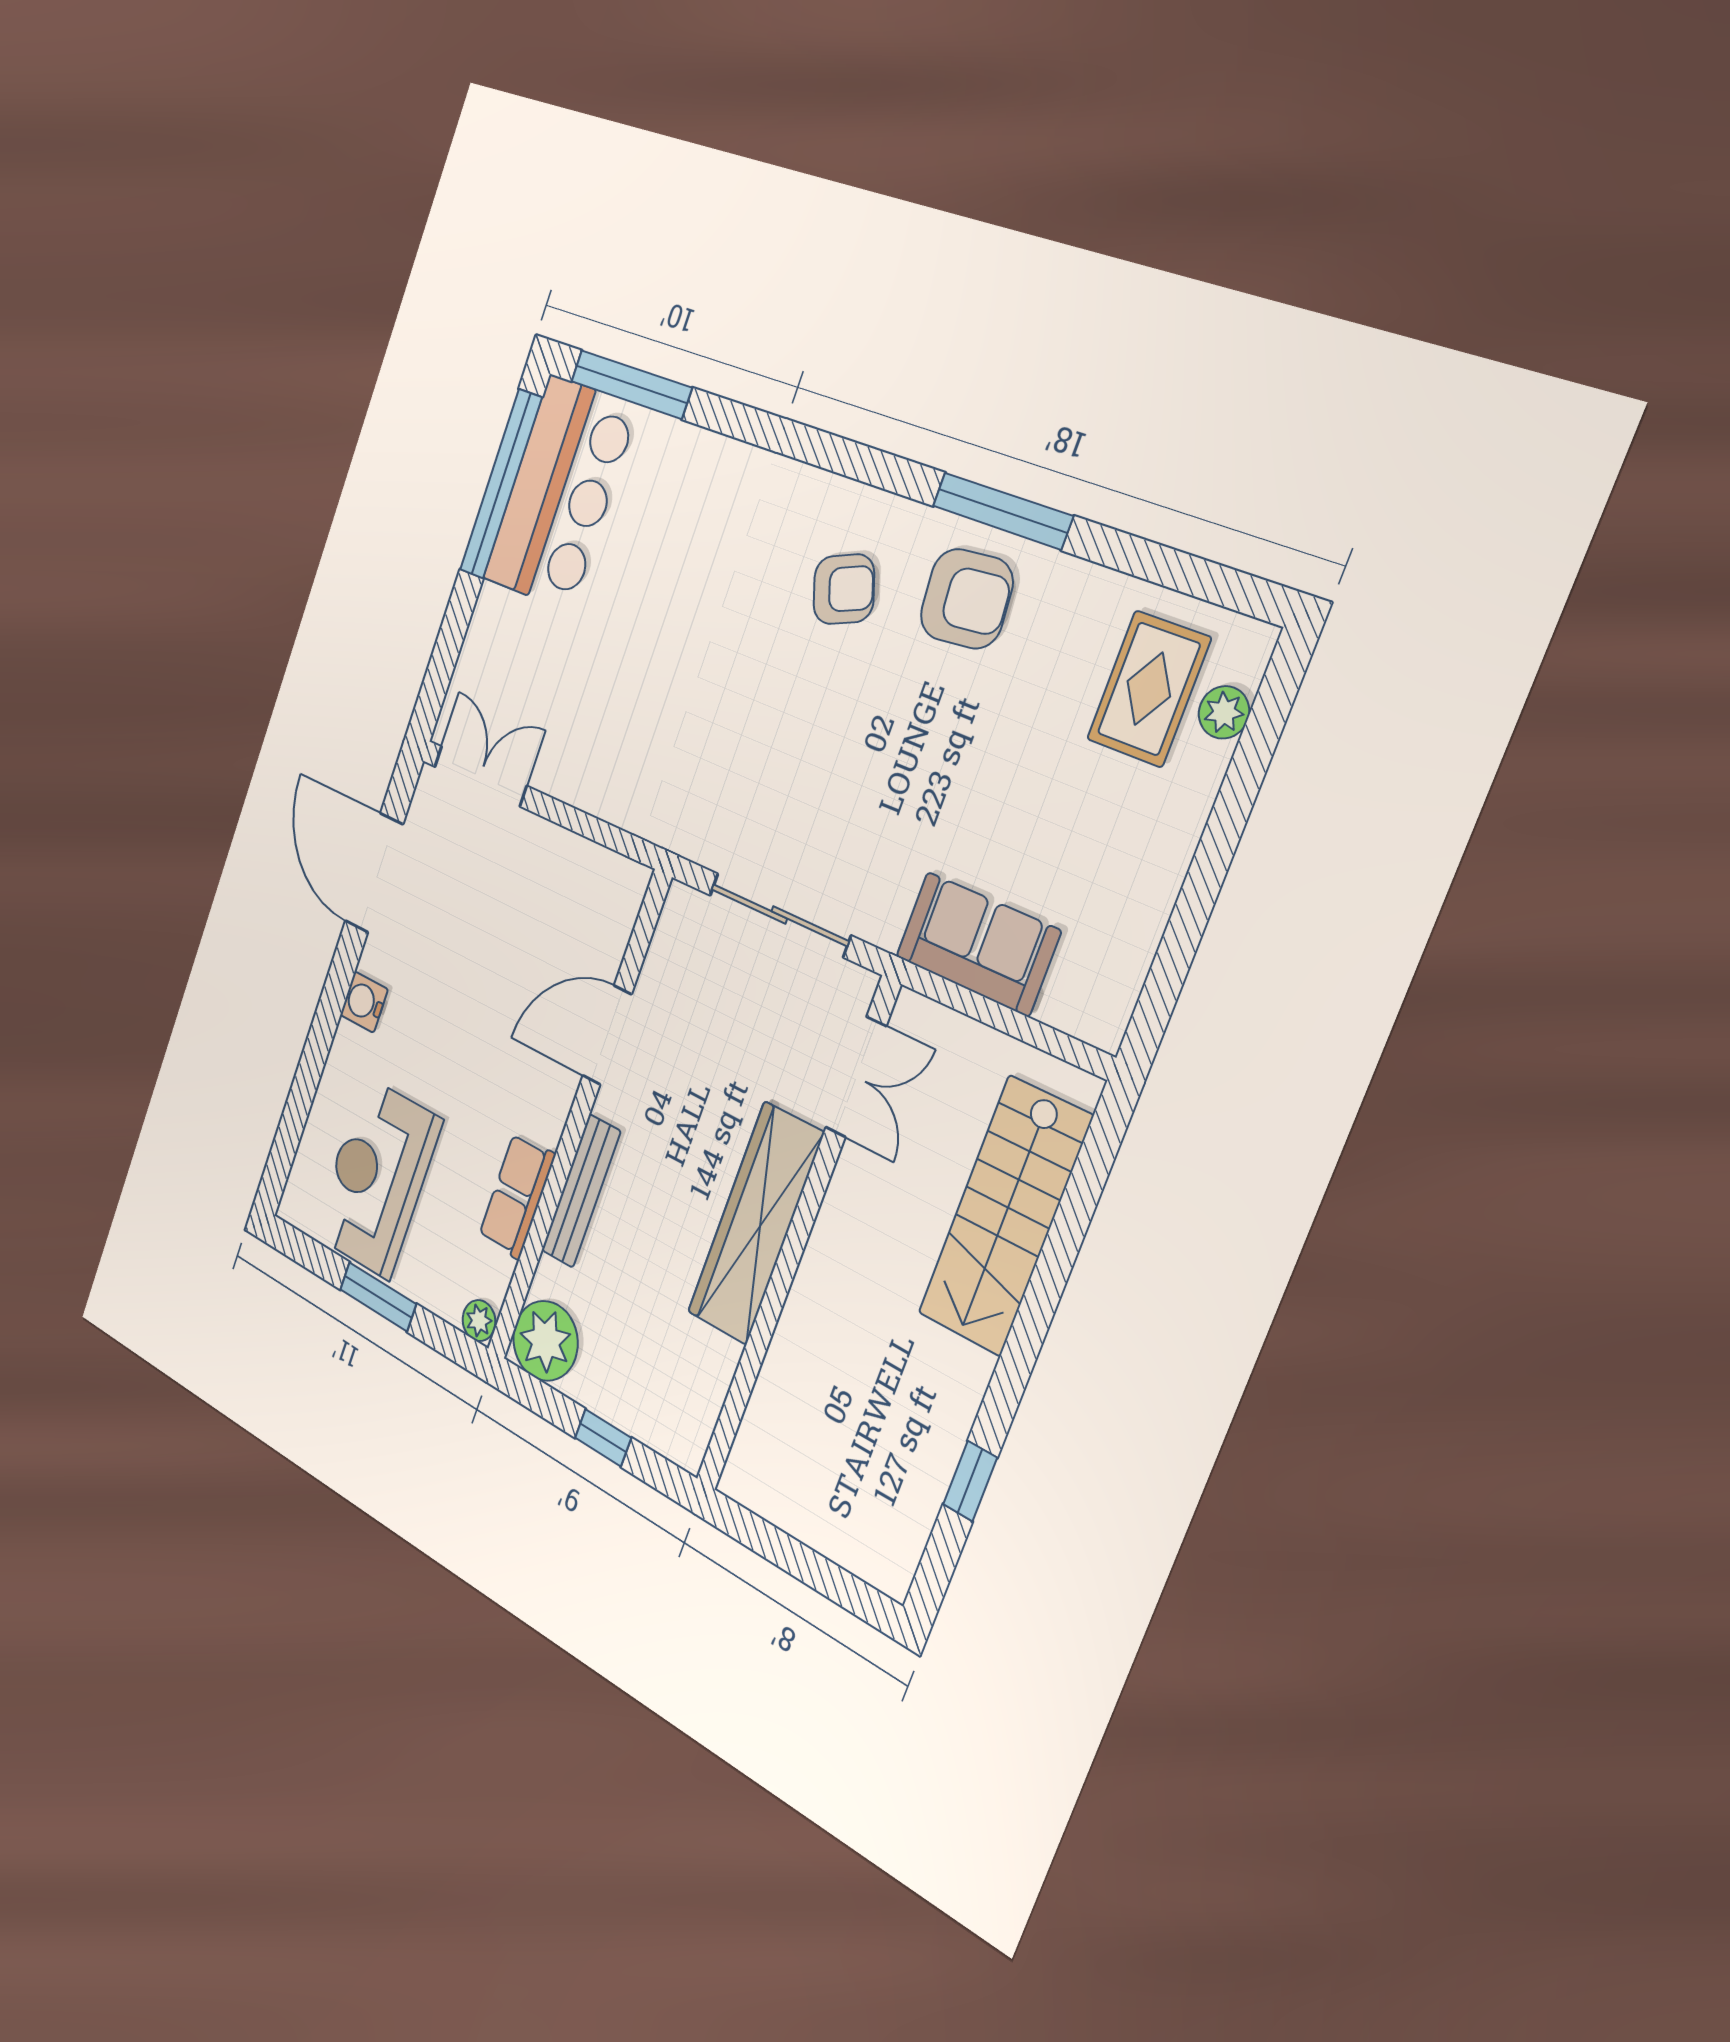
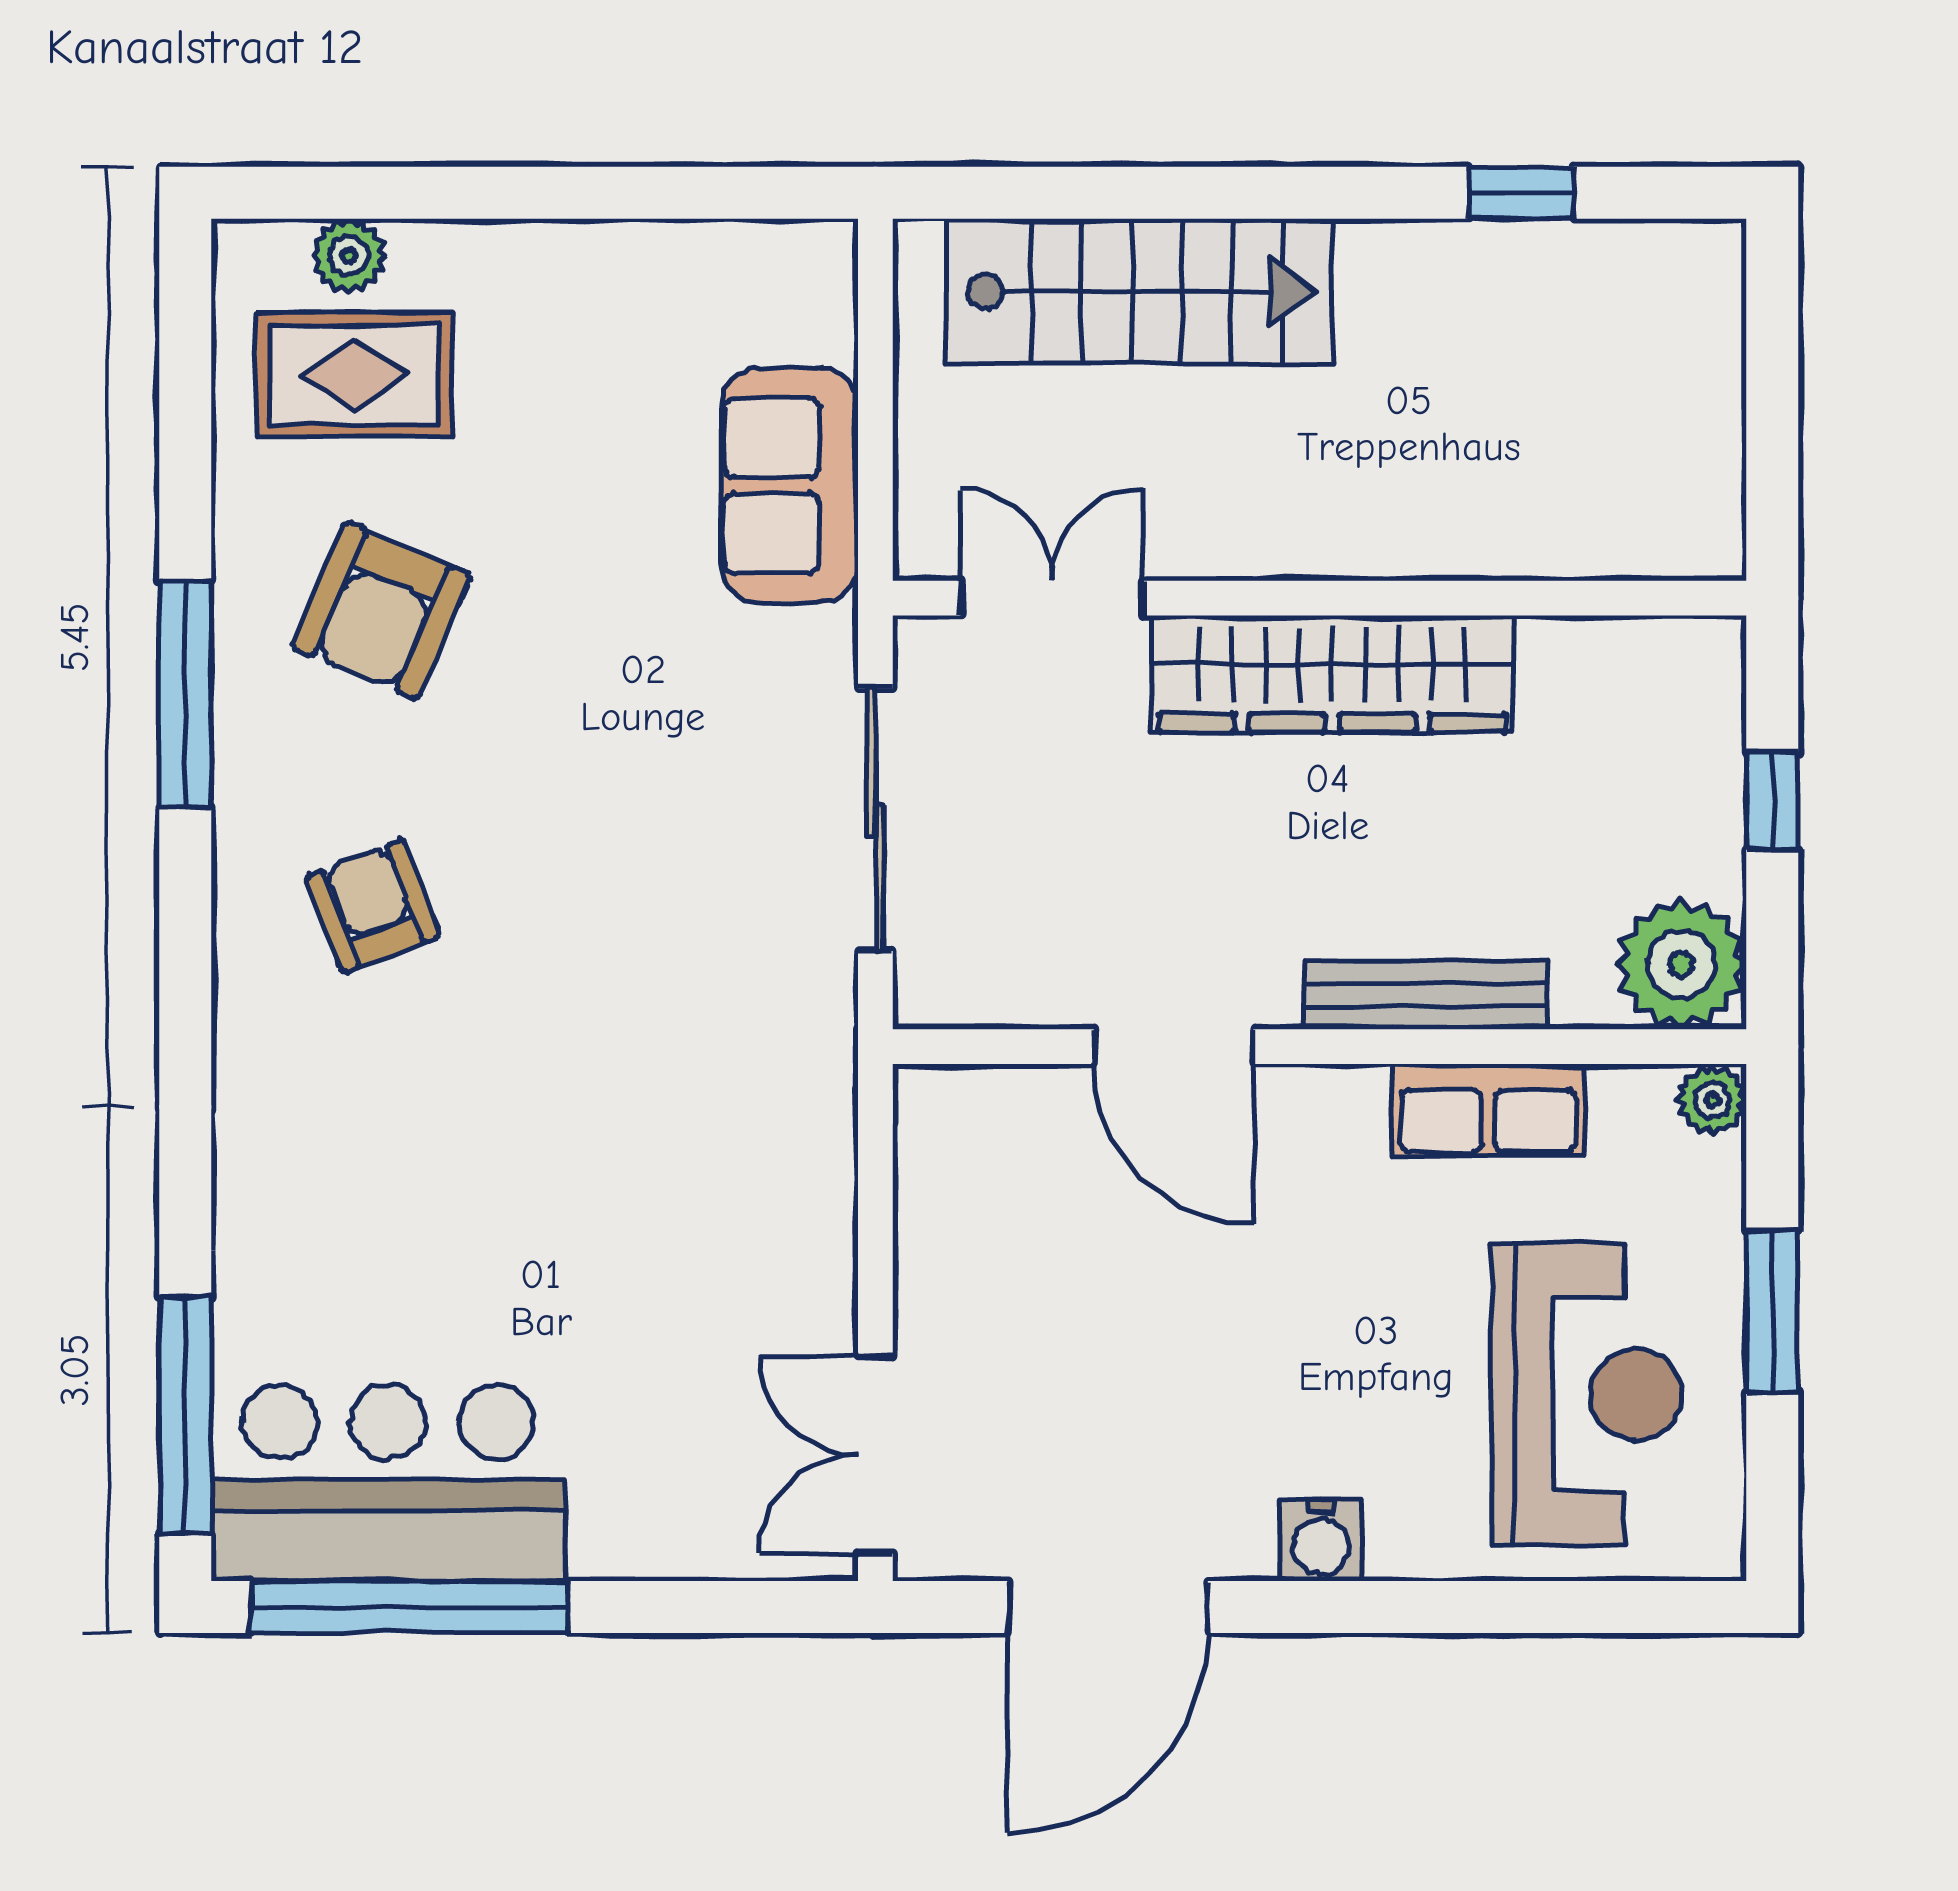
armchair: (967, 599) -> (381, 611), moved, turned -152
reception desk: (377, 1178) -> (1587, 1394), turned -90

